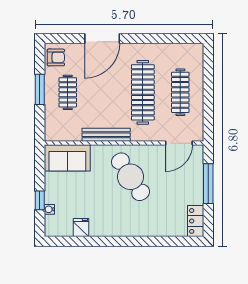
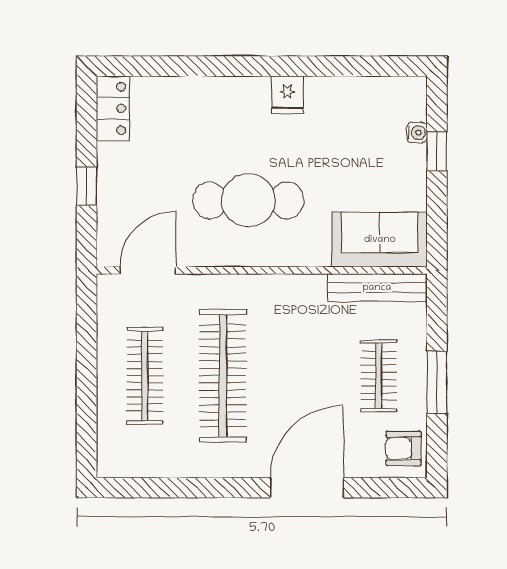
bench: (106, 135) -> (377, 288), moved
cafe table: (131, 177) -> (248, 200), turned -57
window: (208, 184) -> (87, 186), width x0.46
fridge: (81, 228) -> (288, 95), moved

